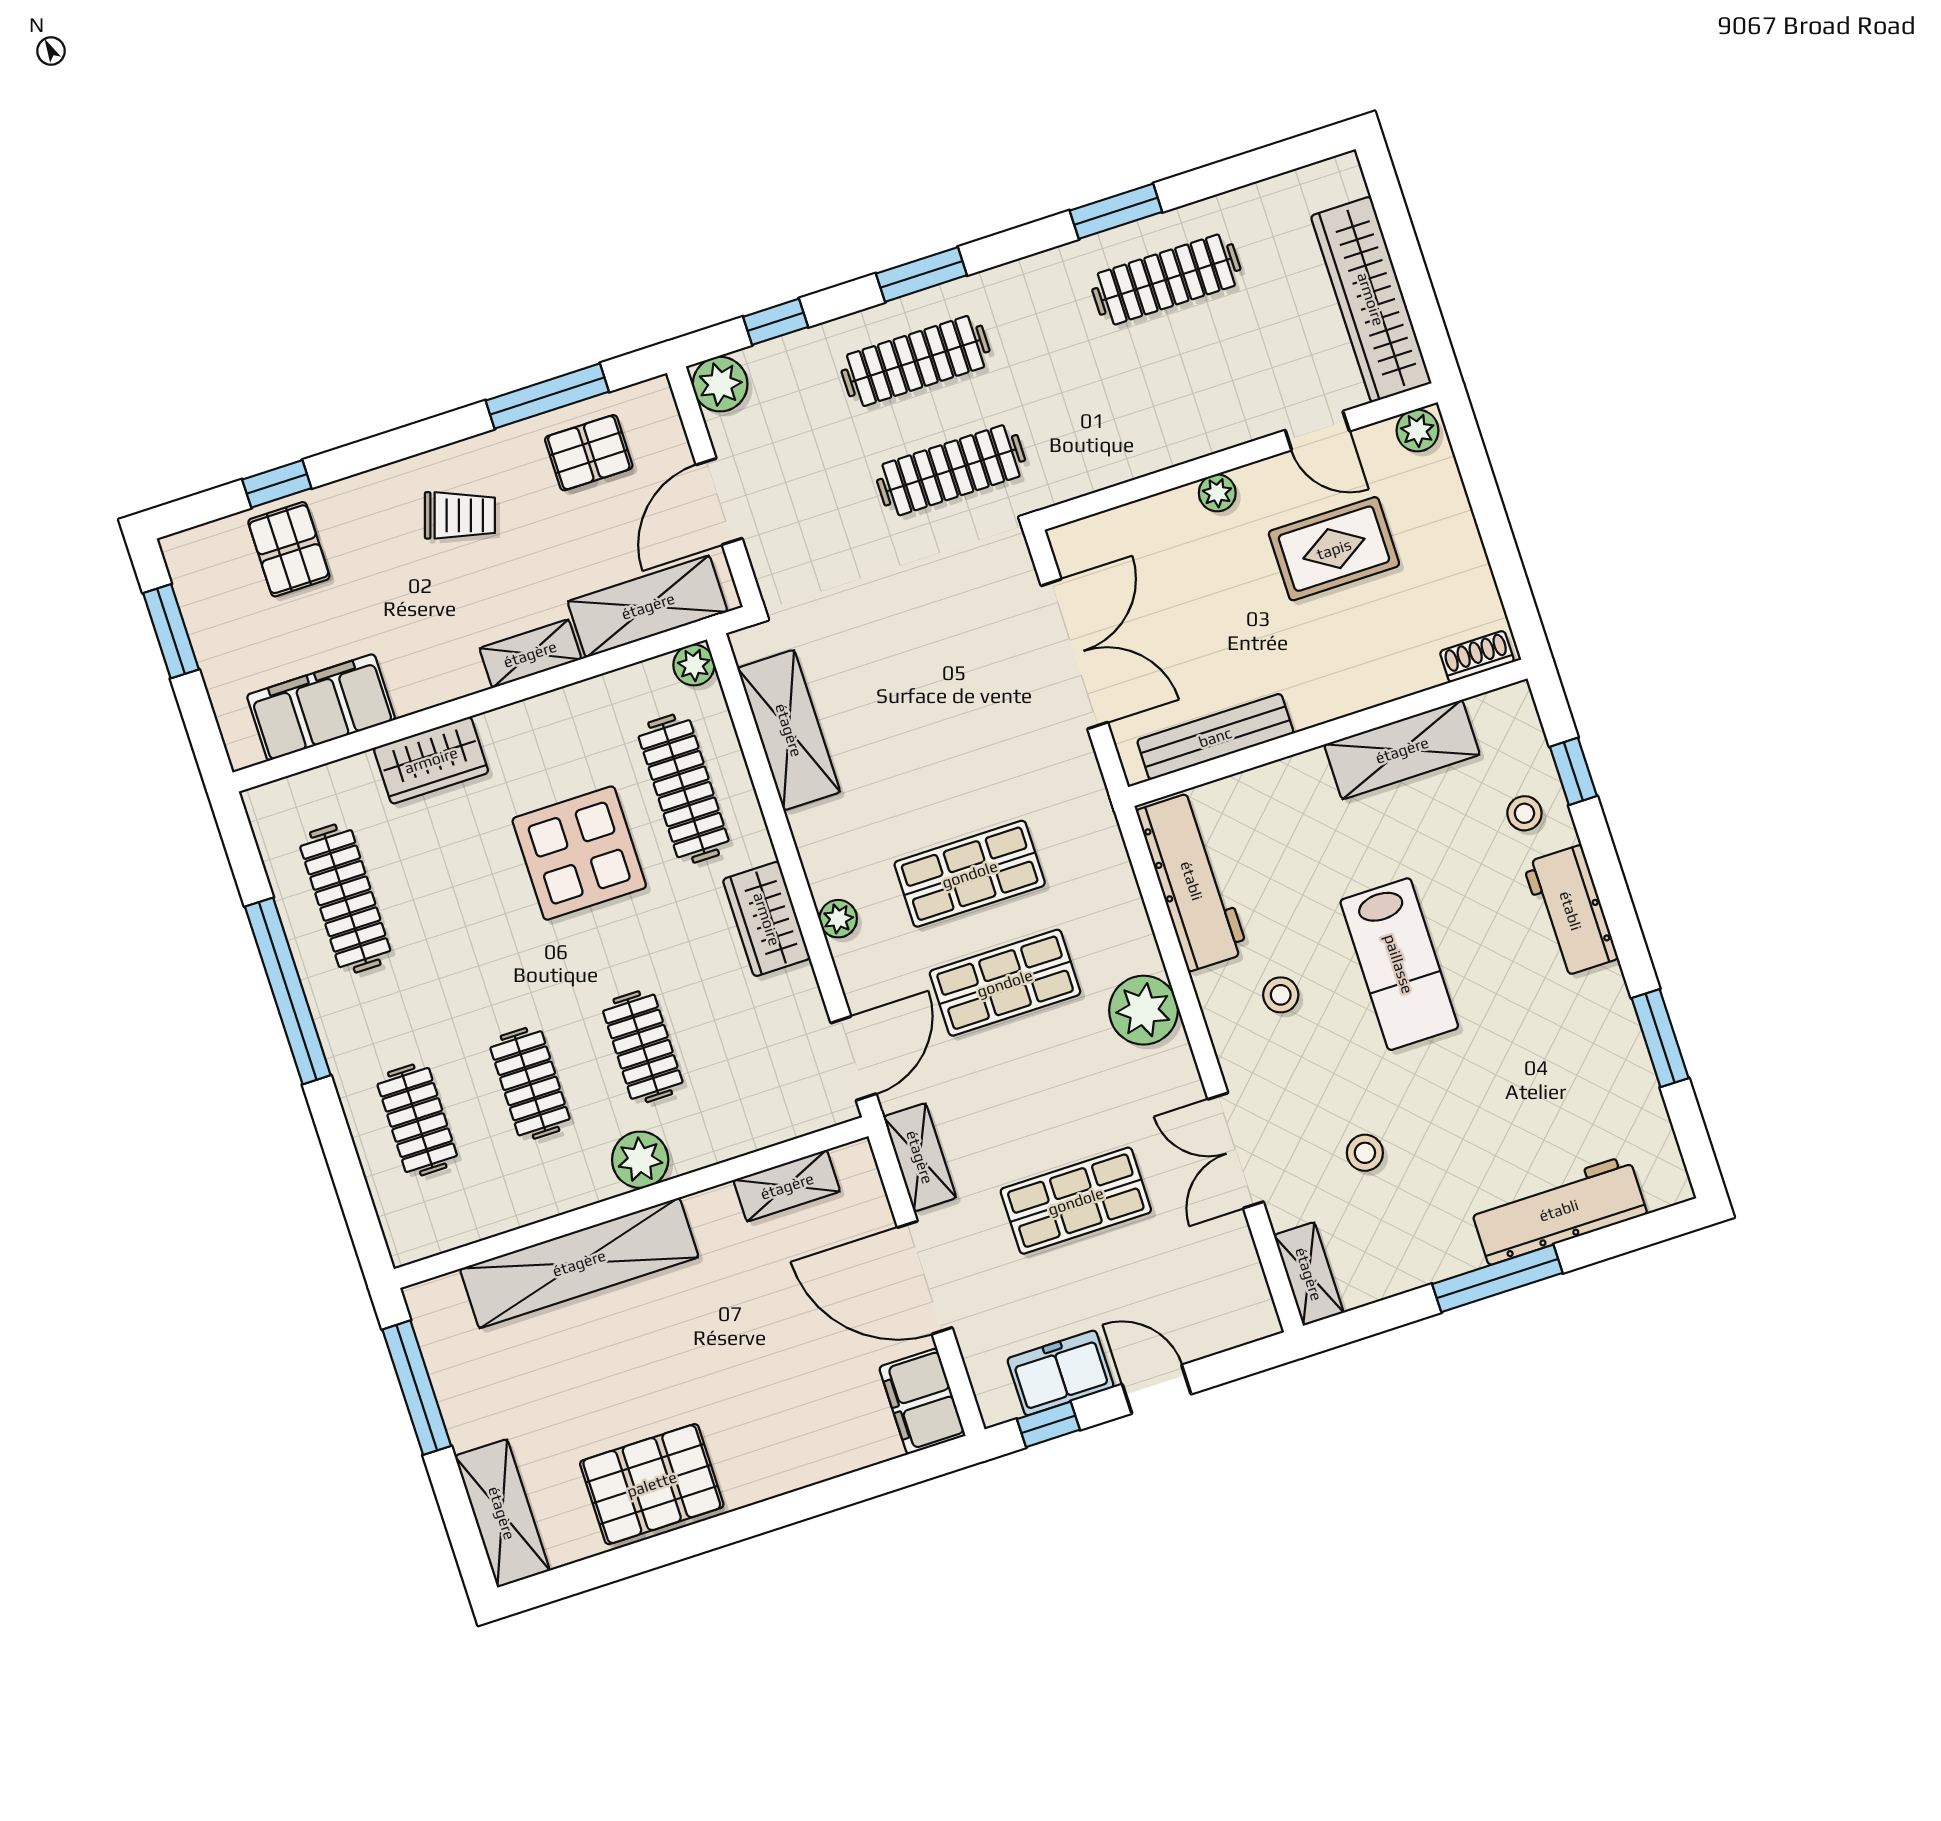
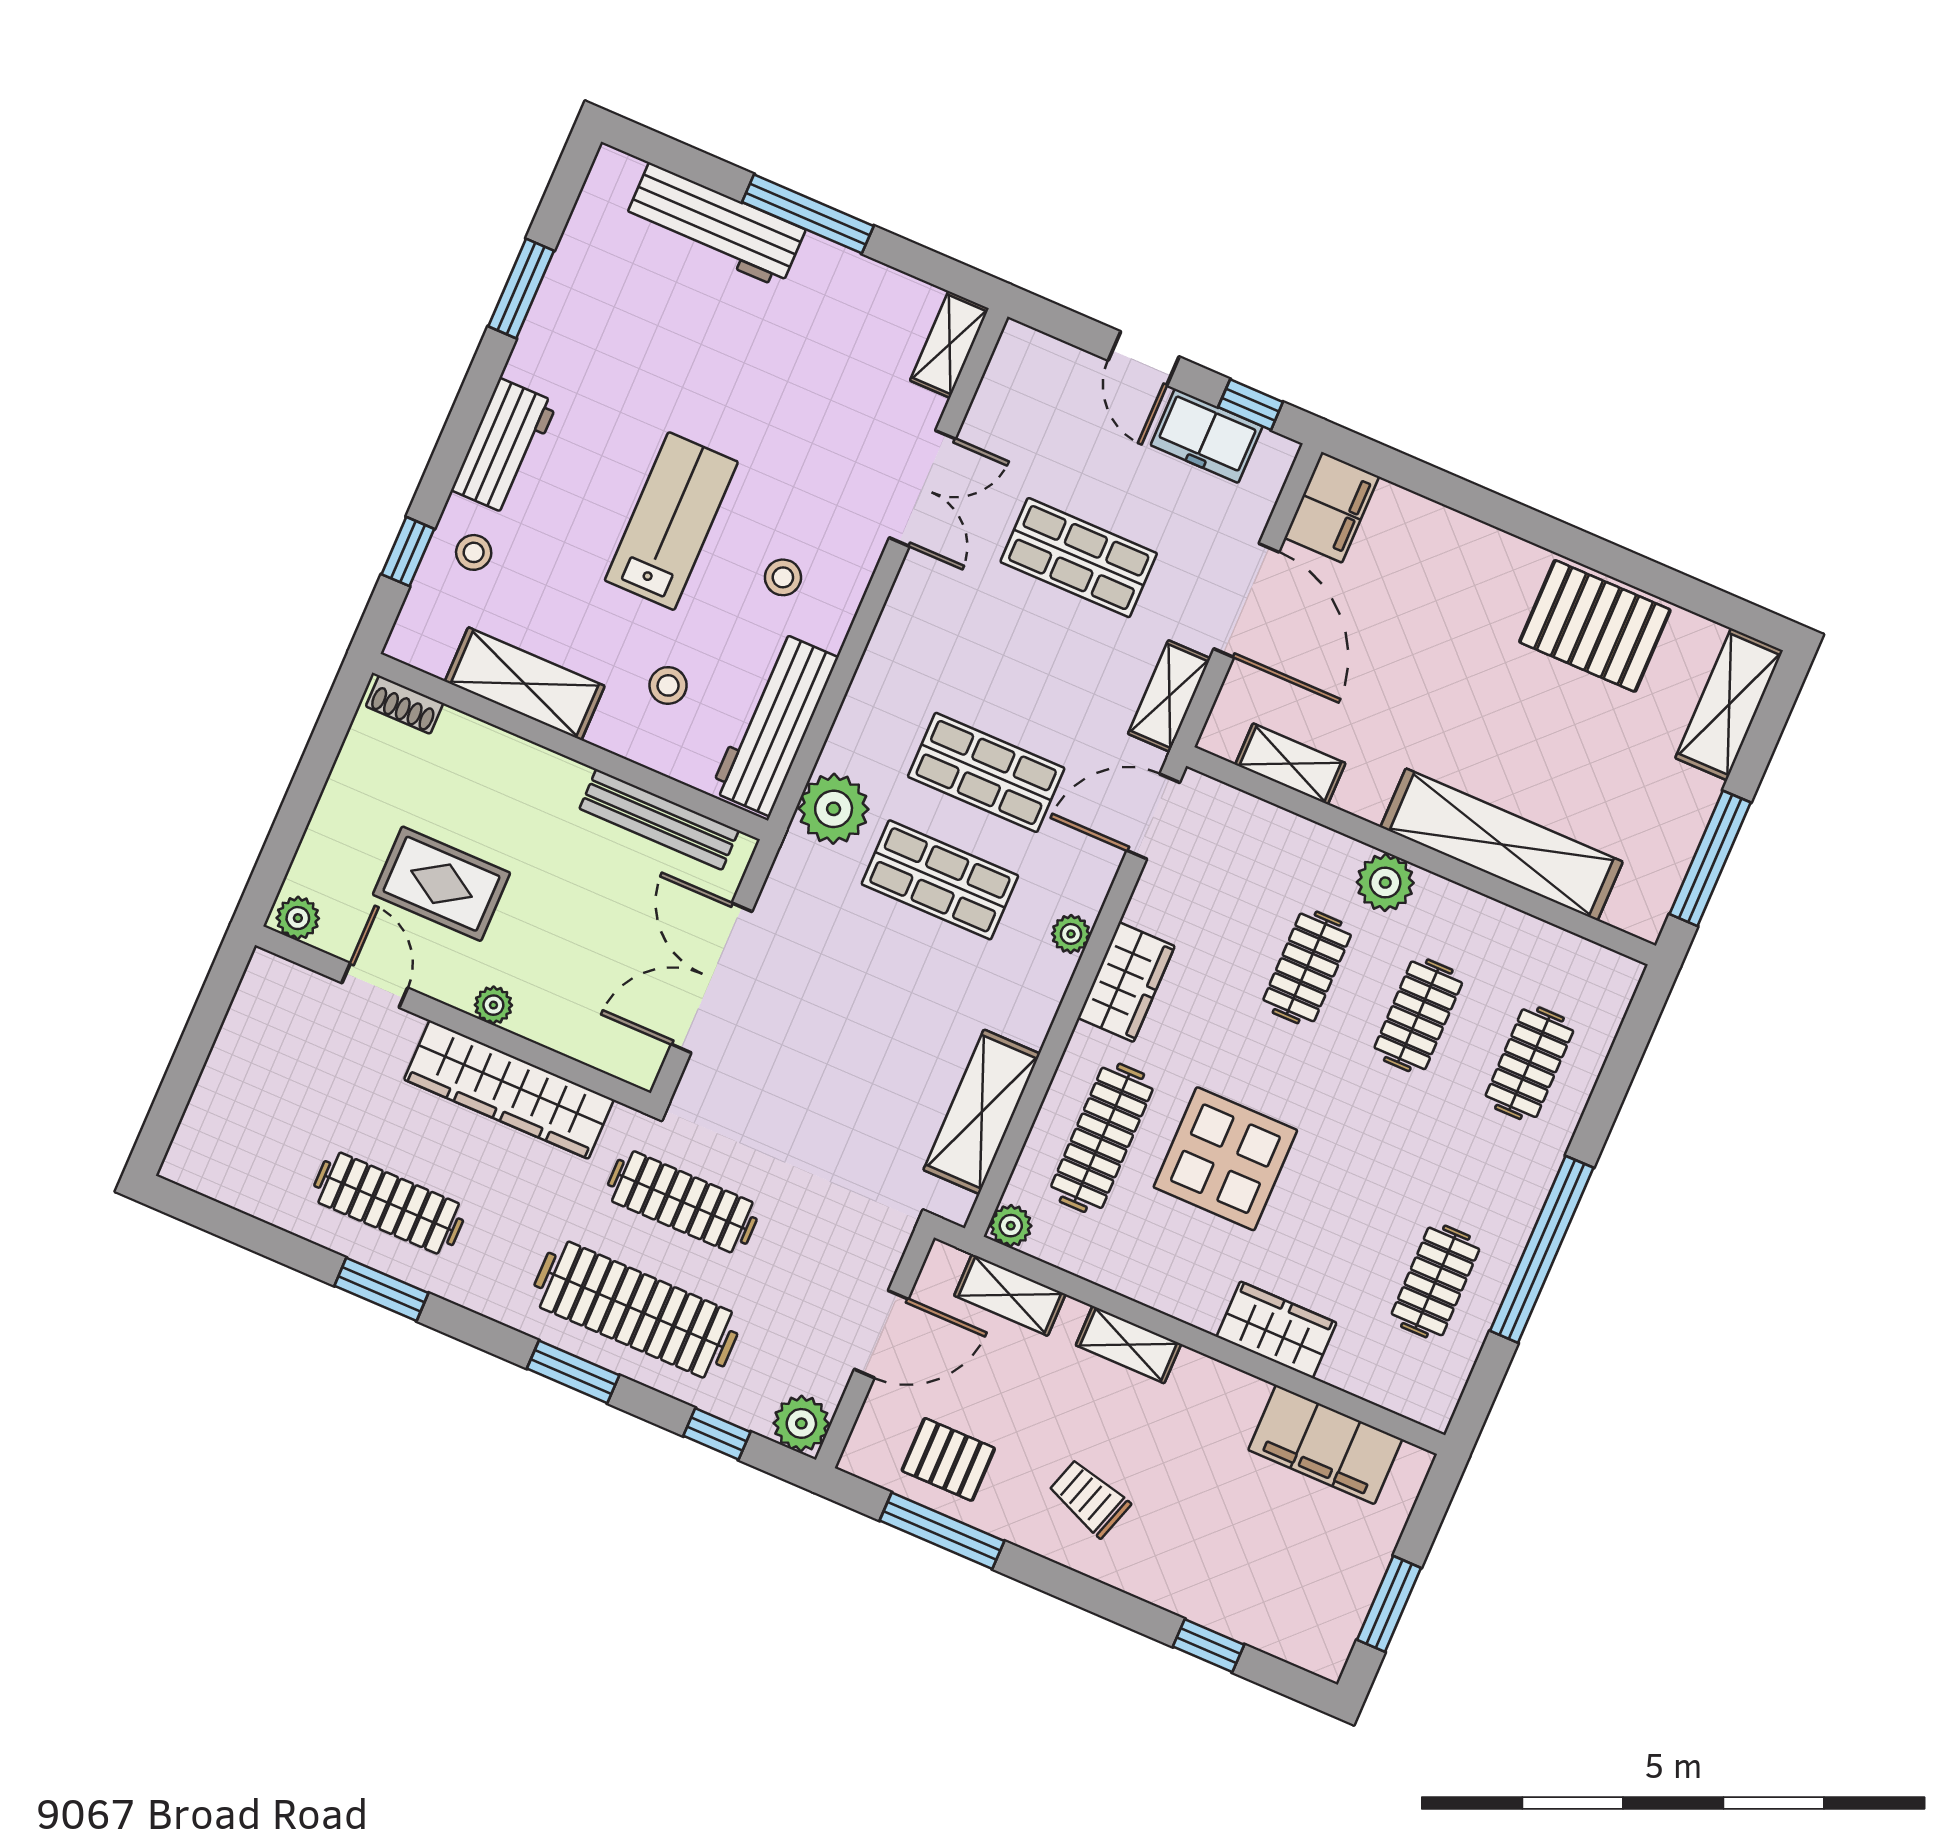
wardrobe: (1371, 299) -> (509, 1090), moved, turned 90
clothes rail: (916, 361) -> (636, 1310), width x1.37, depth x1.31
pallet: (289, 549) -> (1243, 1587), removed
shelving: (648, 606) -> (1010, 1295), width x0.67, depth x0.75
clothes rail: (345, 899) -> (1435, 1281), width x0.73
plant: (1143, 1010) -> (834, 809), moved
stool: (1365, 1153) -> (668, 685), moved

